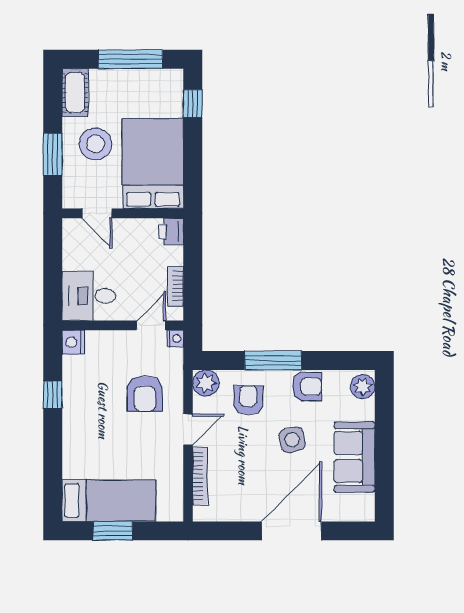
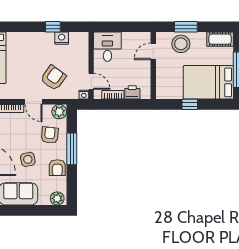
window: (193, 104) -> (190, 104), moved
stool: (95, 144) -> (181, 44), moved
bed: (153, 164) -> (208, 82), moved, turned 180
printer: (171, 231) -> (132, 92), moved
nightstand: (73, 342) -> (62, 38), moved
armchair: (145, 394) -> (53, 78), turned 126
armchair: (248, 400) -> (50, 135), turned -84

